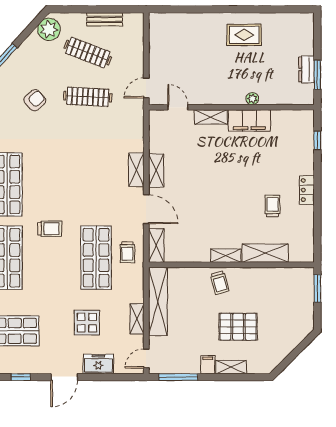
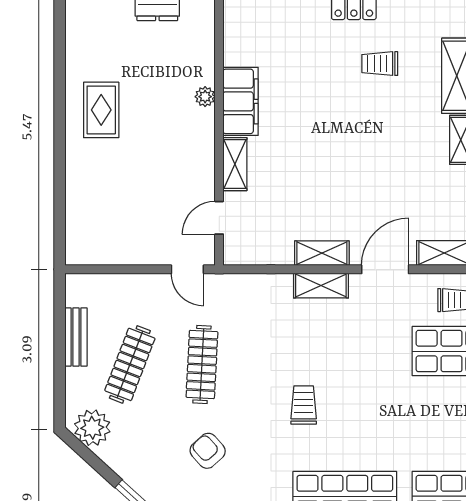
trolley: (50, 229) -> (304, 405), moved

